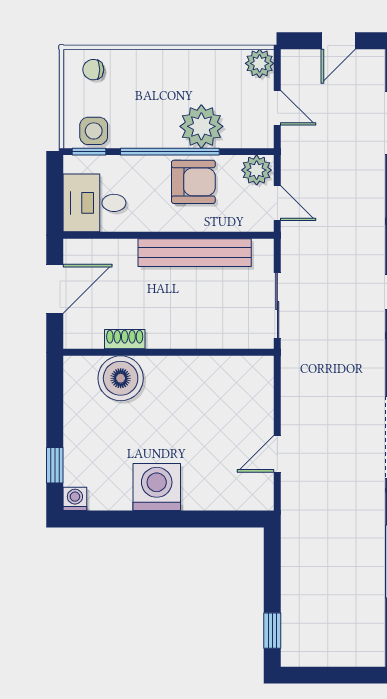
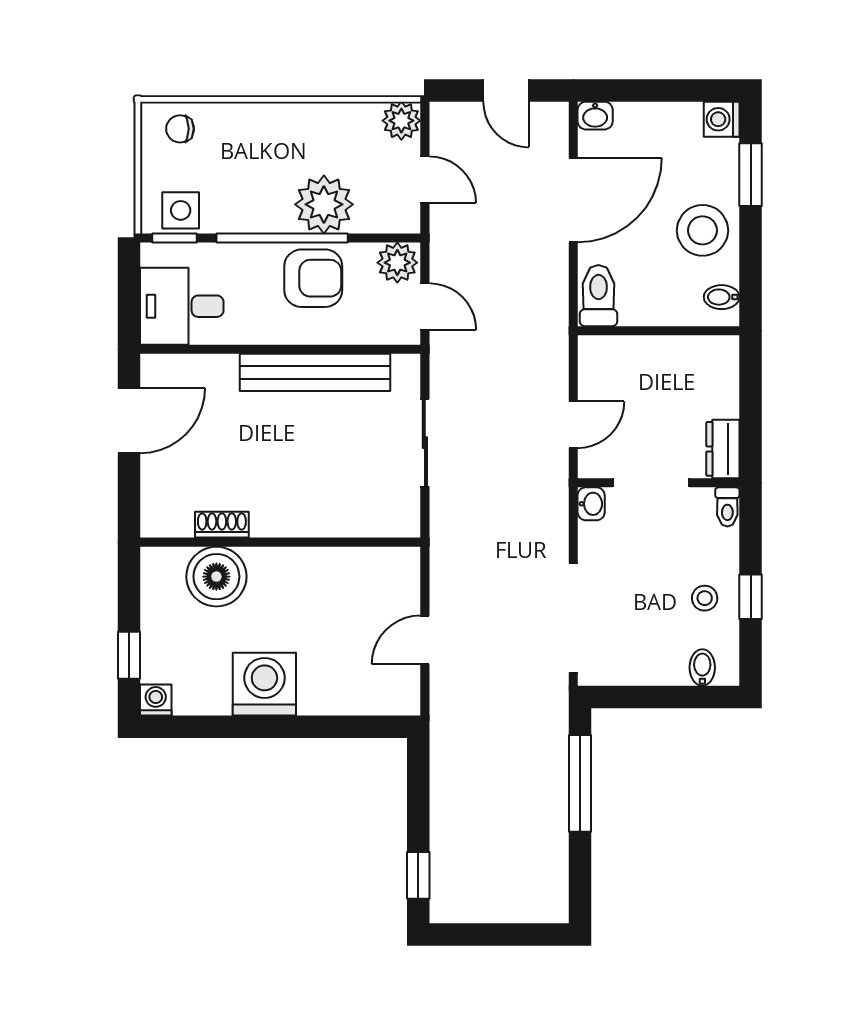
door: (338, 41) -> (506, 90), hinge flipped
shoe rack: (125, 339) -> (222, 525), moved
wall: (169, 352) -> (280, 542), moved
boiler: (121, 378) -> (216, 577), moved

